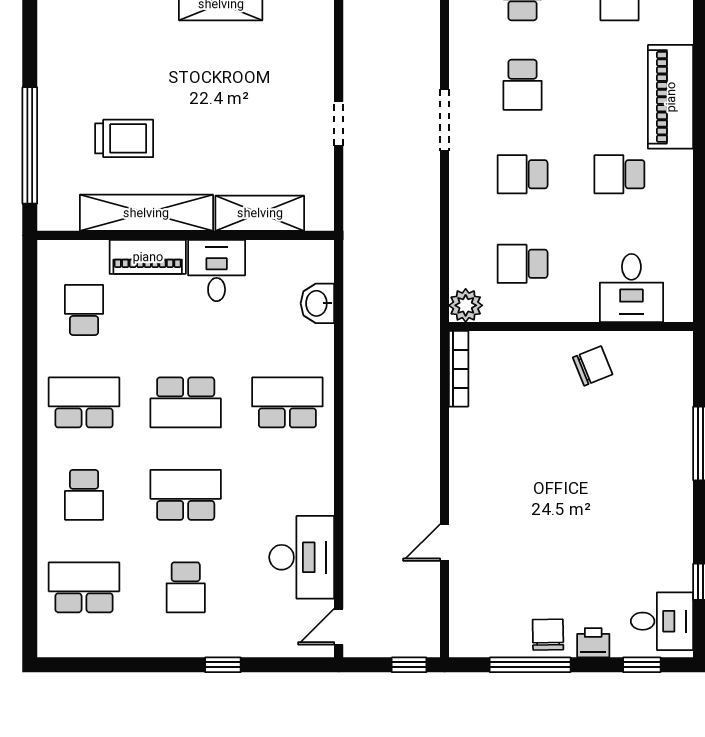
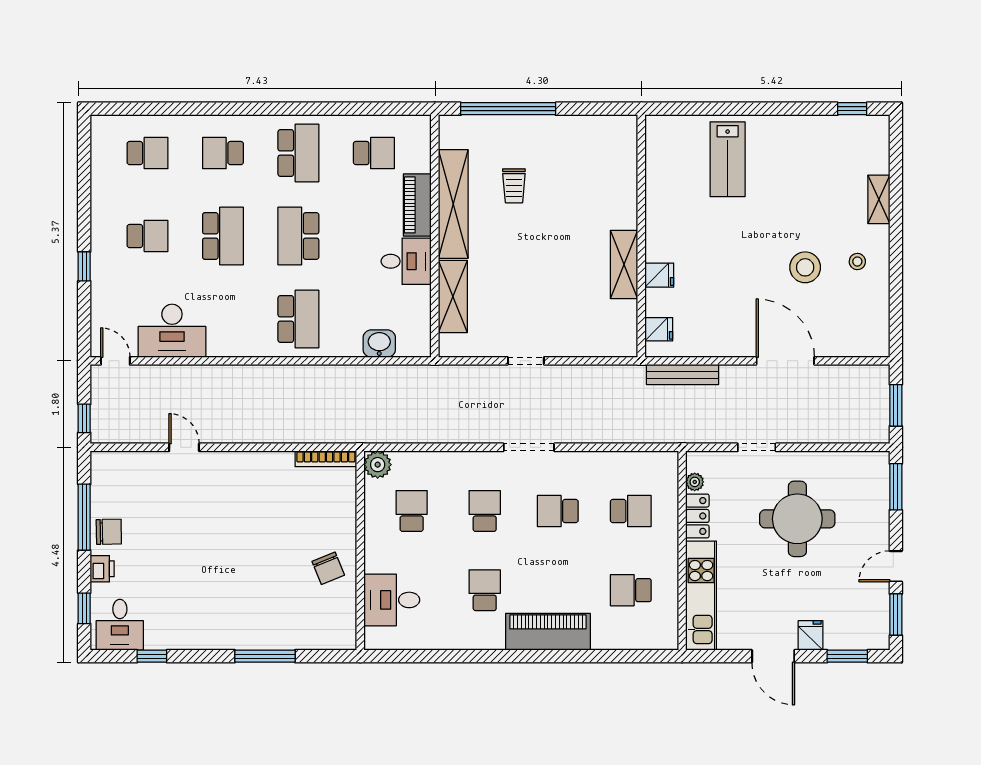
trolley: (124, 138) -> (514, 186), width x0.73, depth x0.72
school desk: (84, 587) -> (147, 153), width x0.54
school desk: (186, 587) -> (147, 236), turned 180

